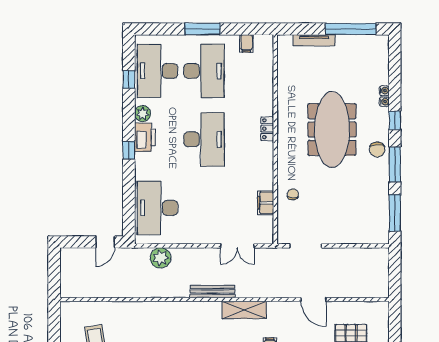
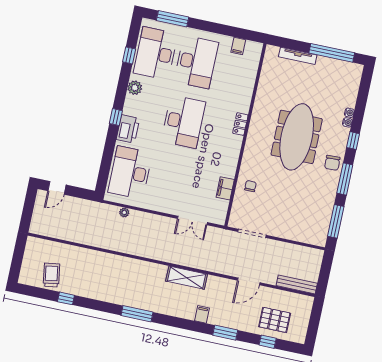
window: (202, 29) -> (173, 19), moved
printer: (145, 137) -> (128, 129), moved
door: (105, 242) -> (57, 188), moved
plant: (161, 258) -> (124, 212), width x0.53, depth x0.53
bench: (213, 291) -> (297, 284), moved
door: (313, 299) -> (249, 281), hinge flipped

